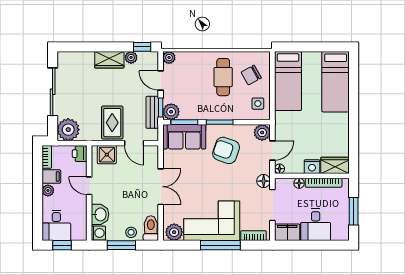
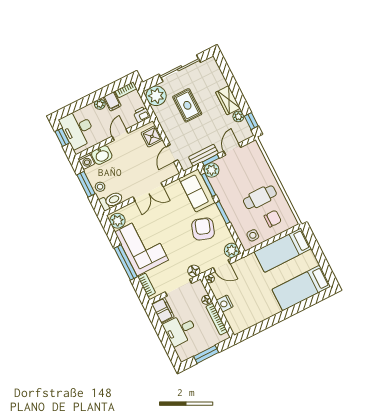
plant: (169, 58) -> (254, 147), removed
chair: (251, 75) -> (273, 219), turned 119
rug: (112, 123) -> (187, 105), moved, turned 90
wardrobe: (335, 165) -> (235, 321), removed
desk: (56, 225) -> (78, 129), width x1.37

